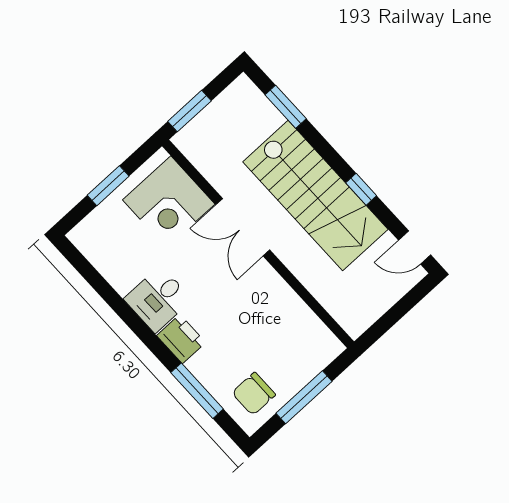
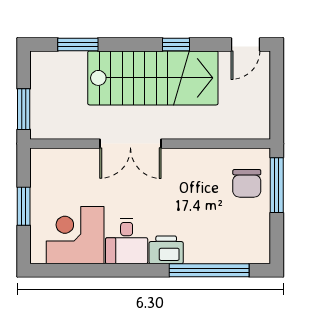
corner desk: (169, 202) -> (75, 235), moved, turned 180
window: (197, 391) -> (209, 270), width x1.46
chair: (254, 394) -> (247, 183), moved
window: (304, 397) -> (277, 185), moved

